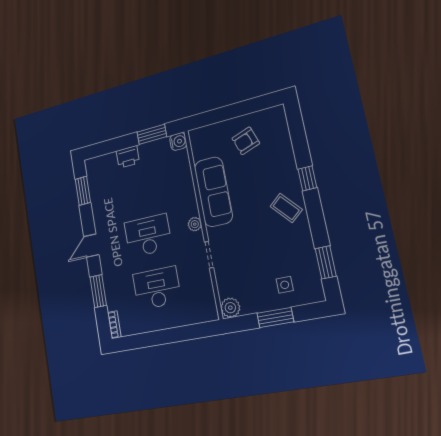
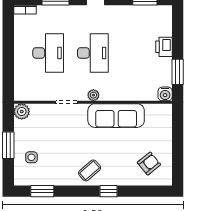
armchair: (246, 141) -> (149, 164), moved, turned 70

